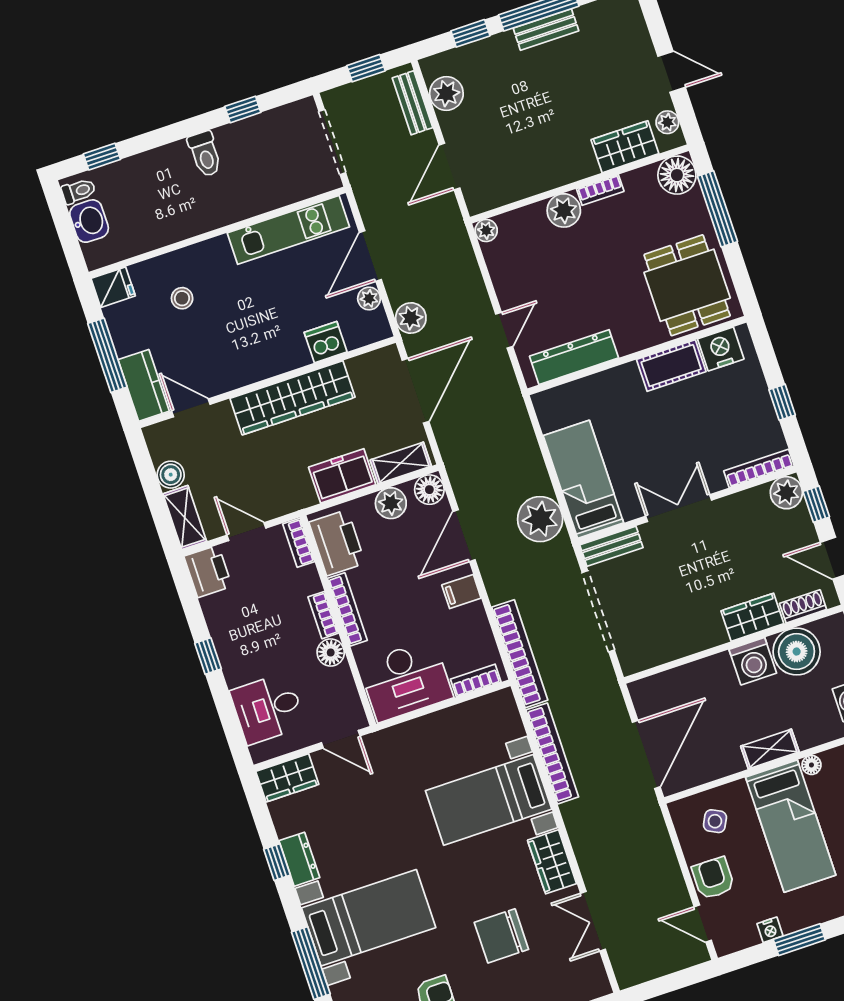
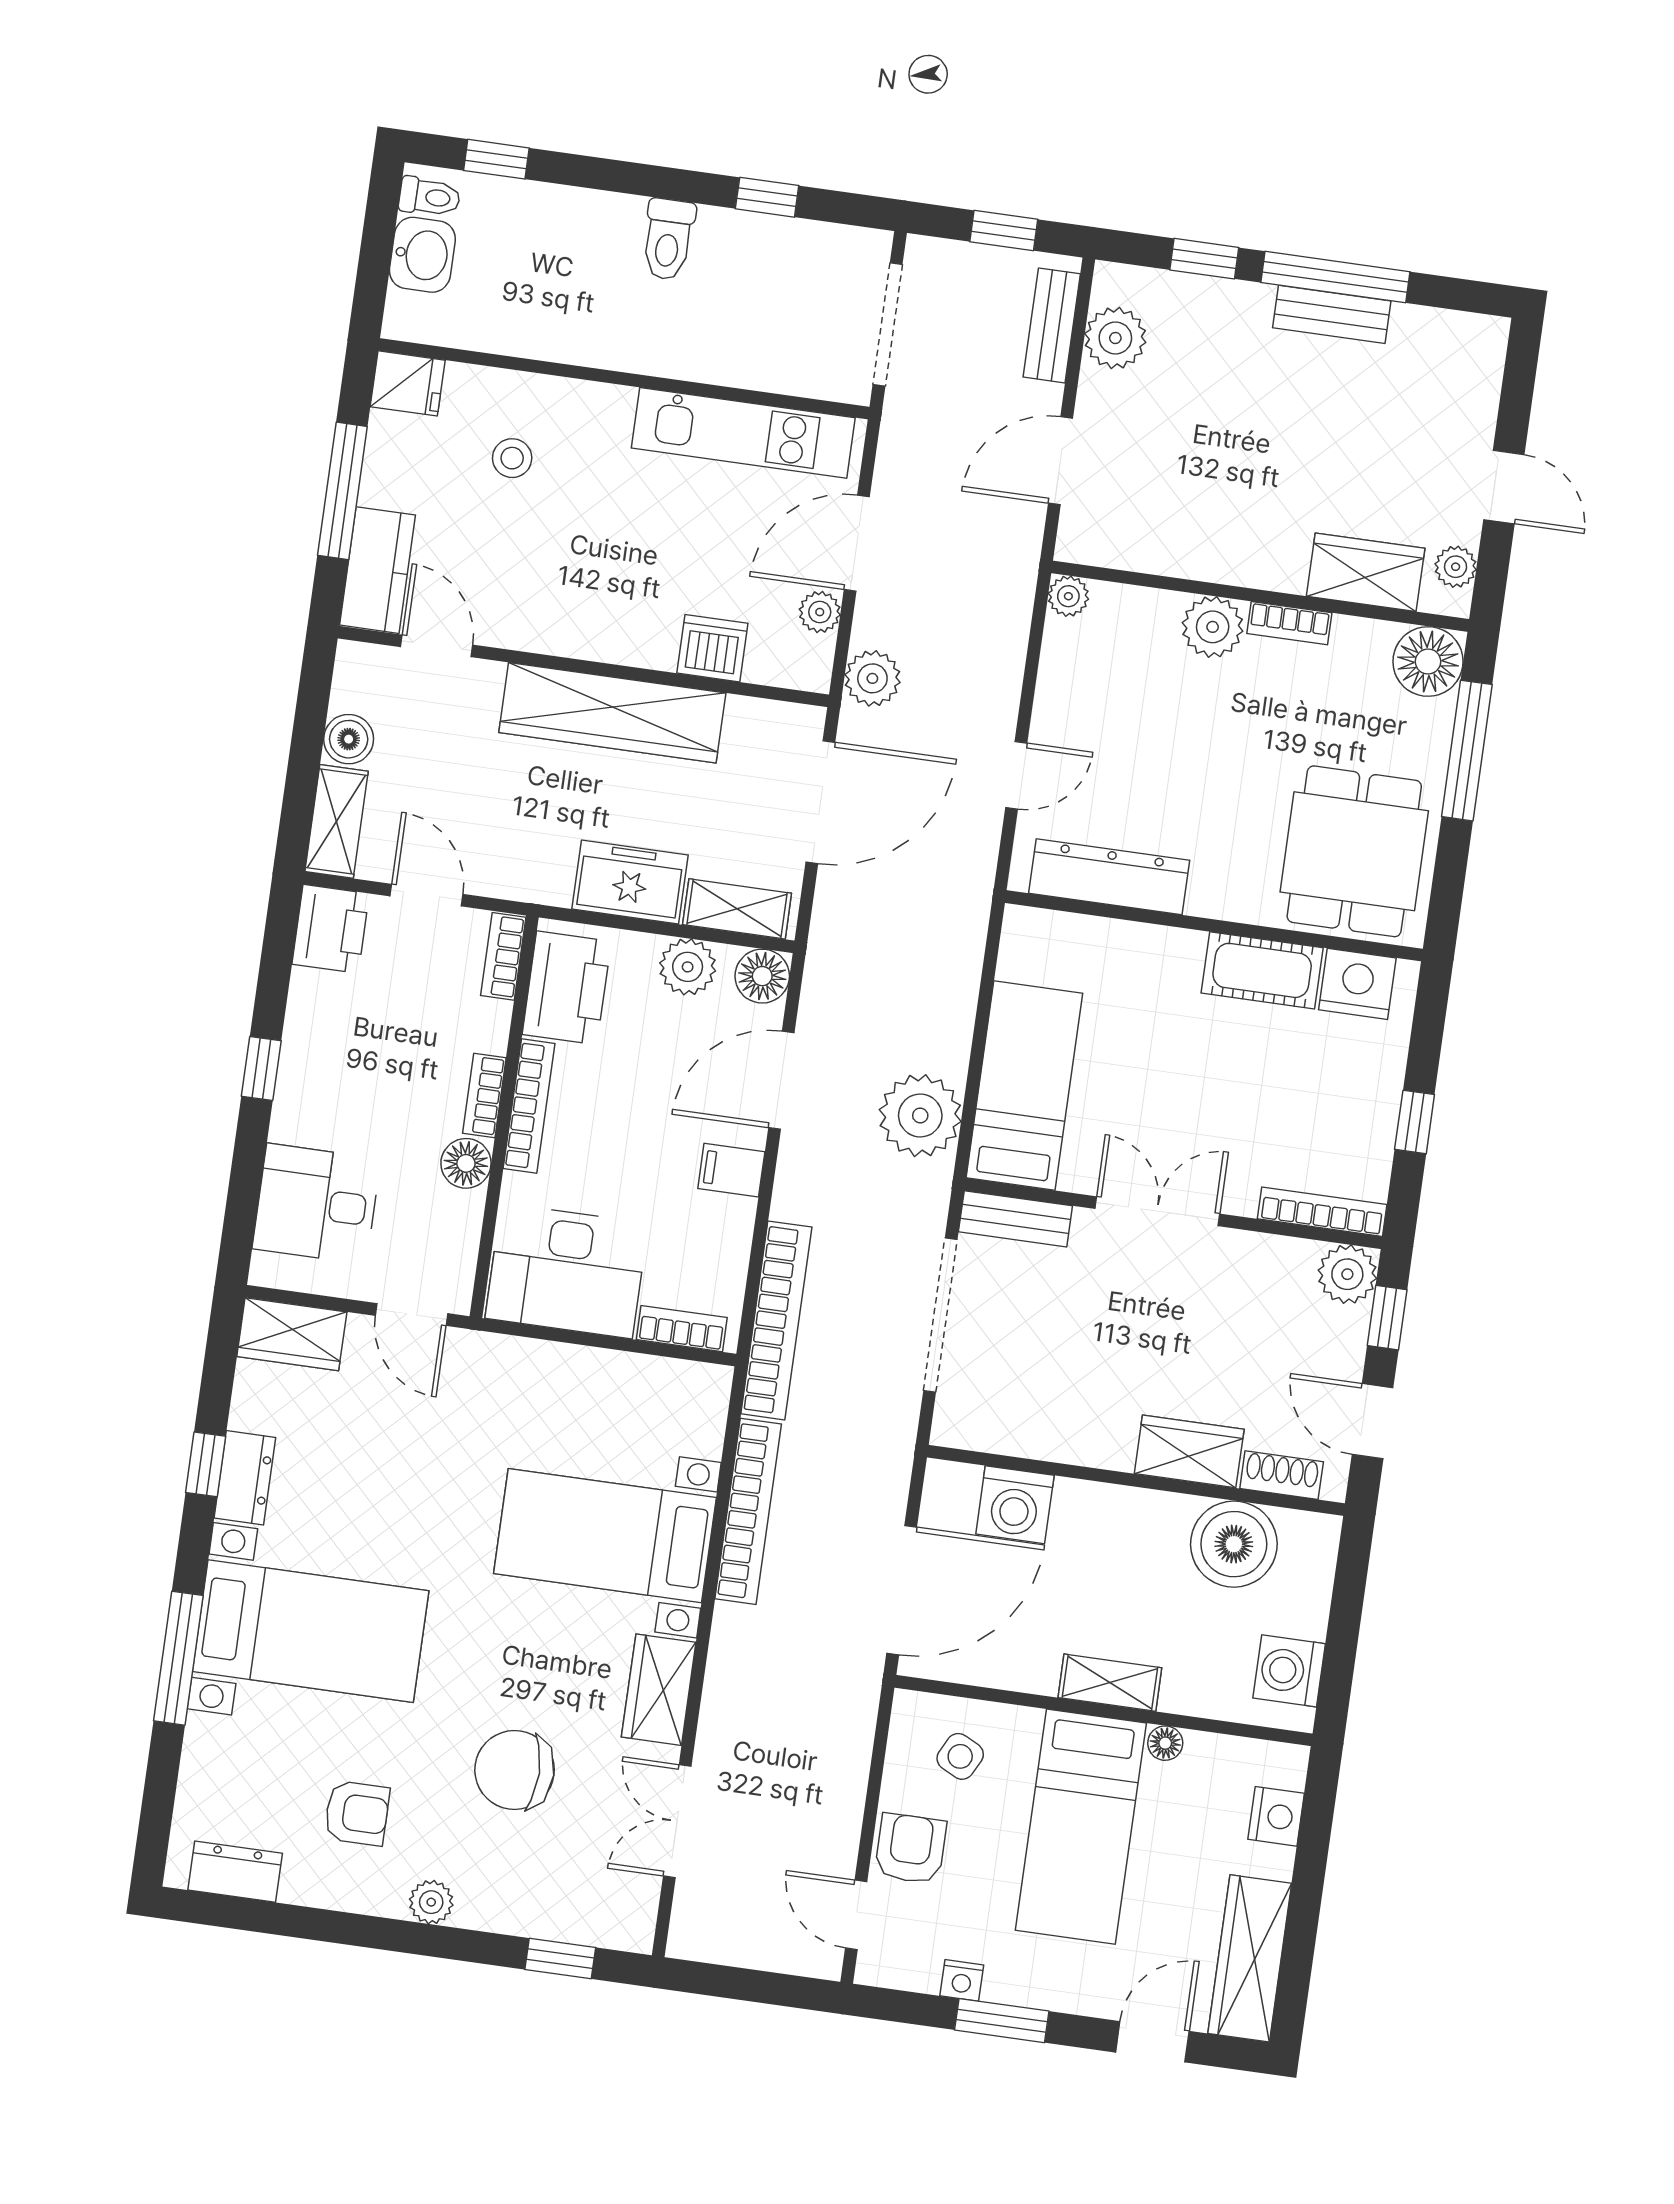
washing machine: (753, 661) -> (1015, 1505), moved

